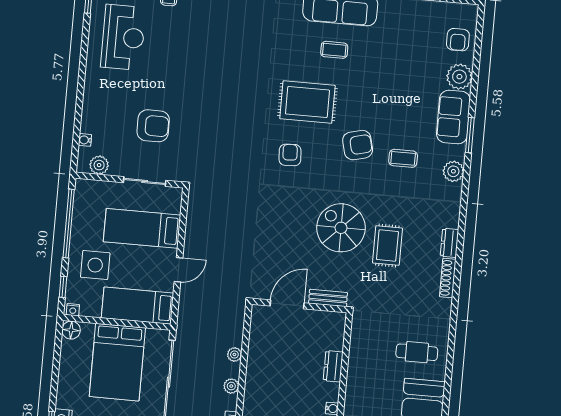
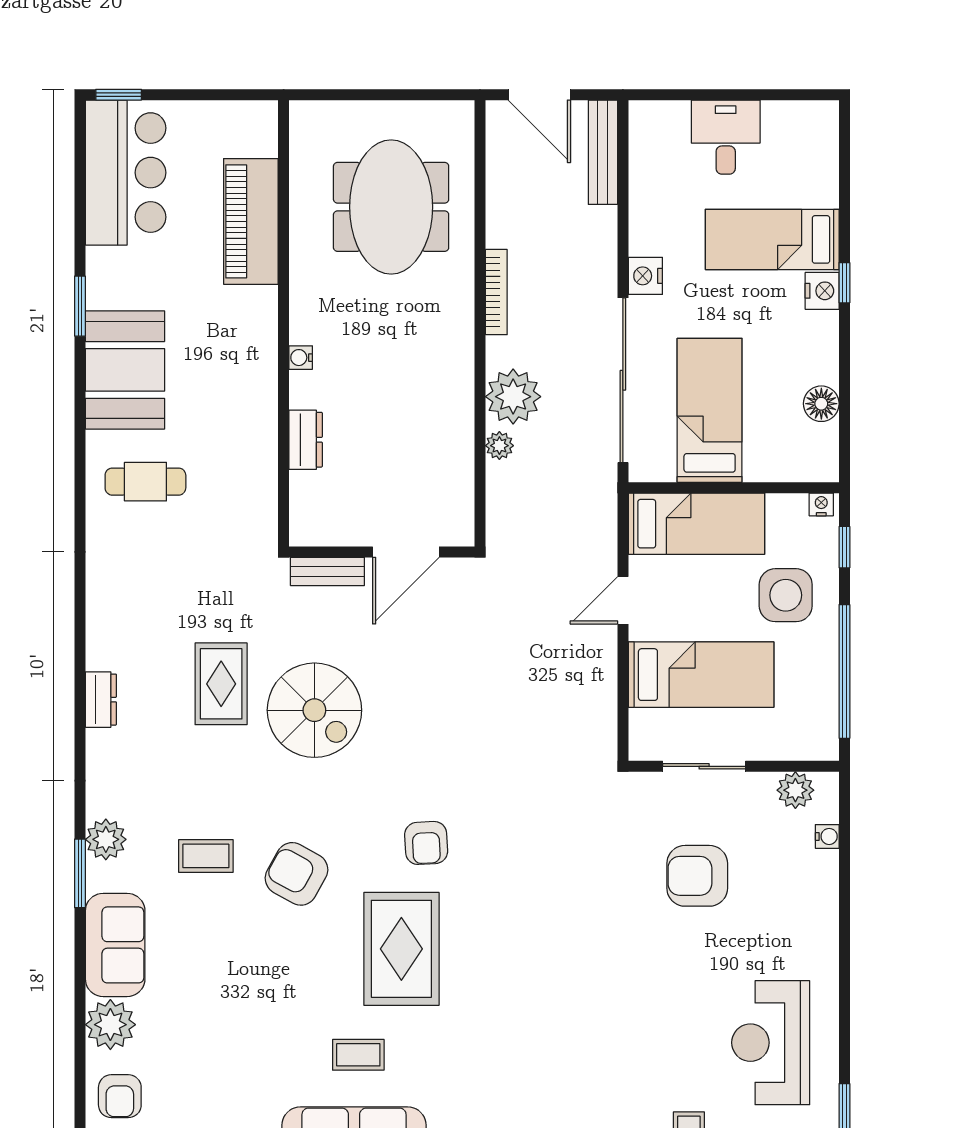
armchair: (458, 40) -> (120, 1096), turned 180
rug: (307, 102) -> (401, 949), turned 90
window: (470, 135) -> (80, 873), moved
armchair: (358, 145) -> (296, 874), turned 43
shoe rack: (448, 278) -> (98, 631), removed
floor lamp: (71, 330) -> (821, 404), moved
bed: (117, 362) -> (710, 410), width x0.67
plant: (231, 386) -> (513, 397), width x1.88, depth x1.88

